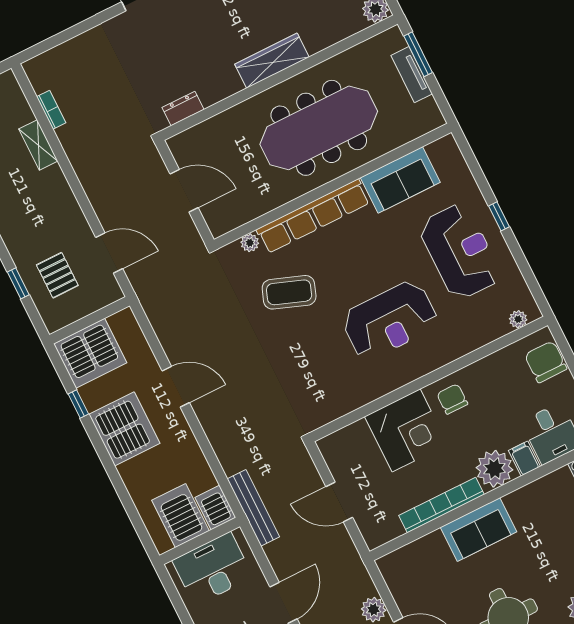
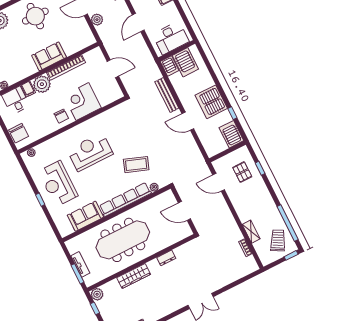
wardrobe: (272, 61) -> (134, 276), moved
dresser: (183, 108) -> (166, 258), moved
server rack: (90, 353) -> (231, 134), width x0.62
bench: (253, 508) -> (167, 95), moved

